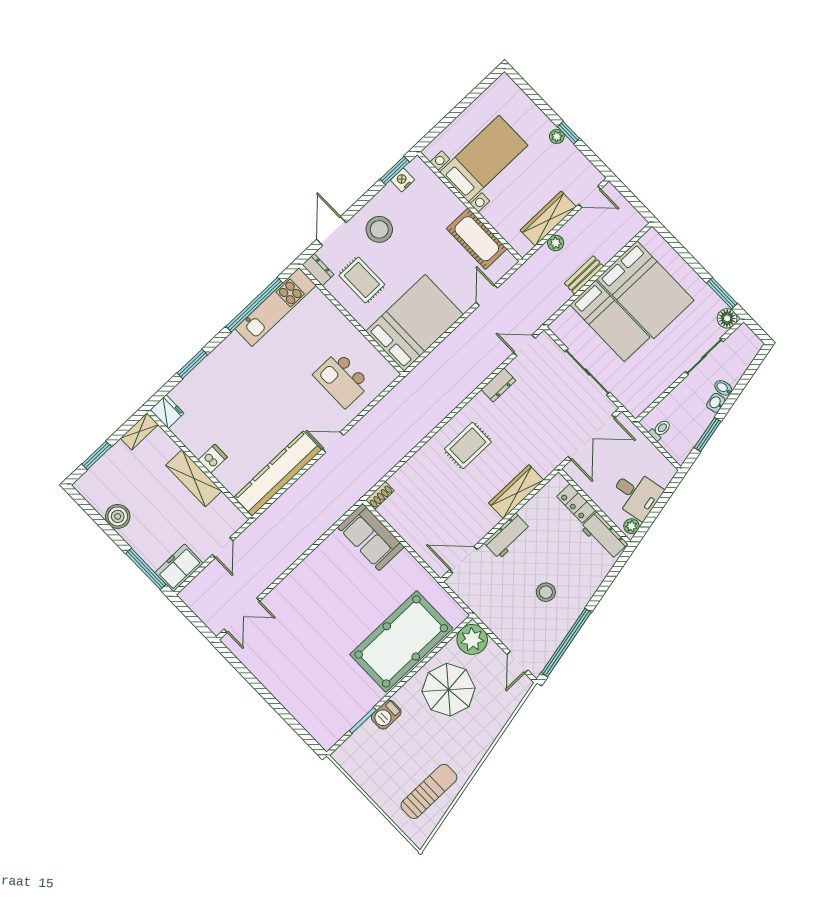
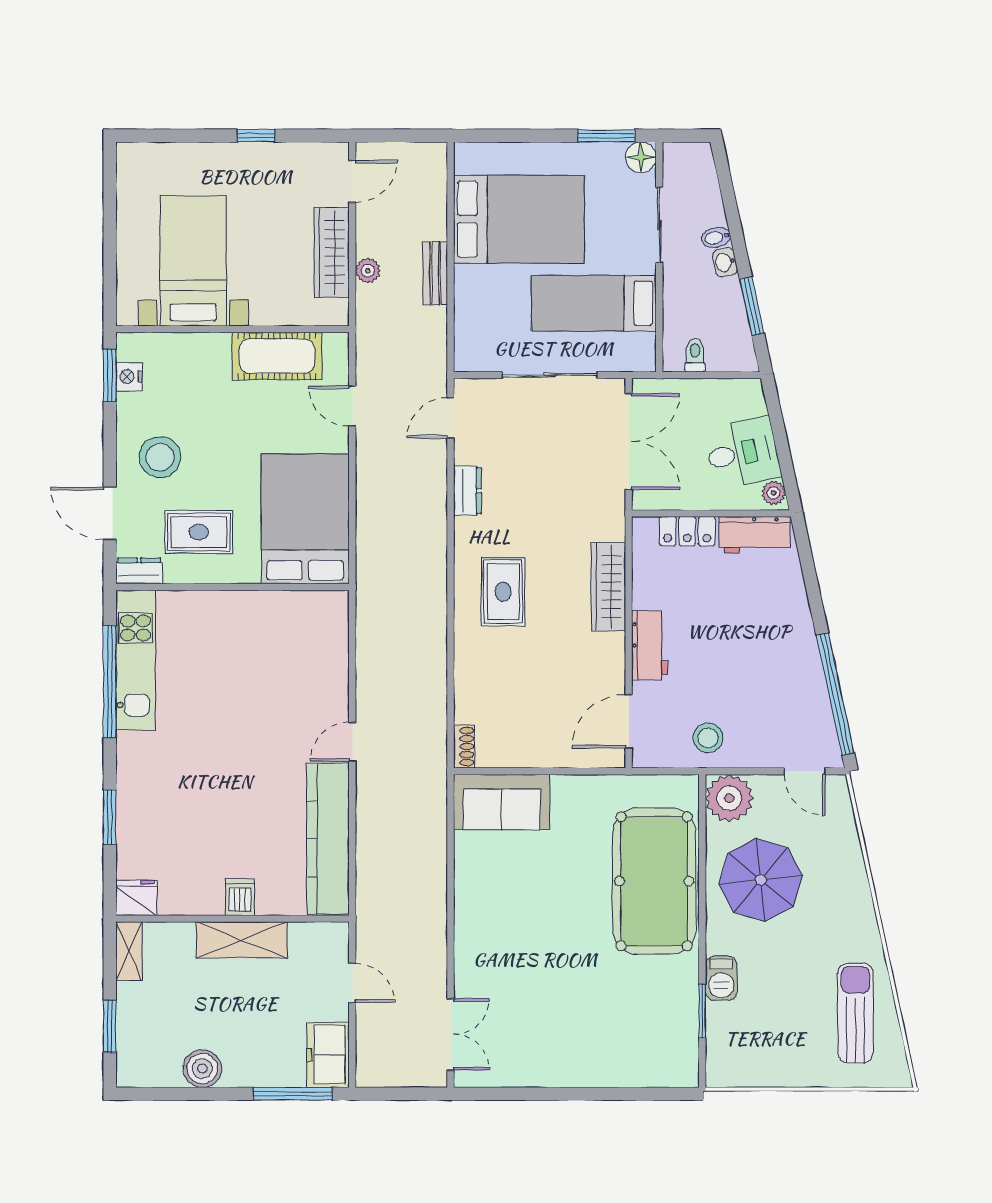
plant: (557, 137) -> (248, 153), removed
bed: (610, 321) -> (594, 303), moved, turned 180
kitchen island: (342, 379) -> (290, 663), removed
stool: (546, 592) -> (708, 738), moved

